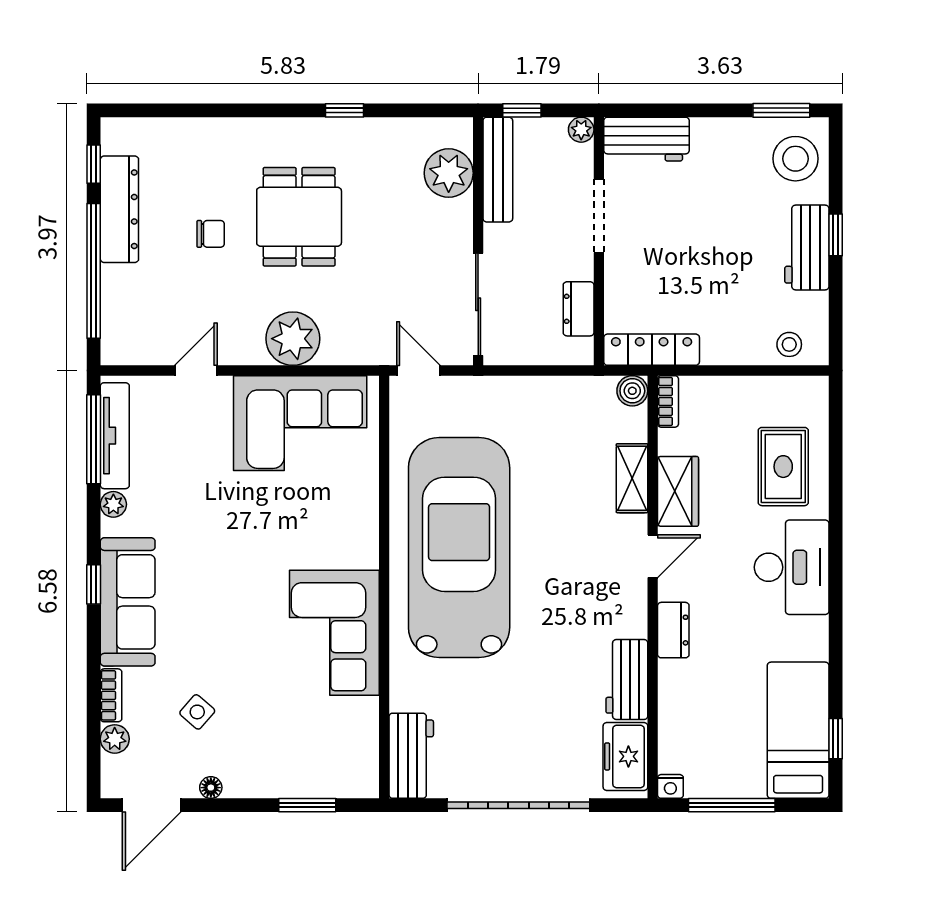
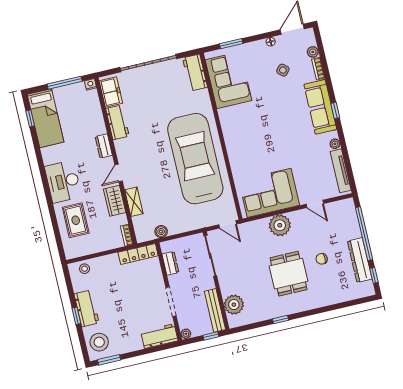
door: (196, 370) -> (315, 204), hinge flipped
boiler: (632, 391) -> (161, 232), moved
window: (94, 439) -> (349, 167), removed
car: (459, 548) -> (195, 159), turned 180
corner sofa: (334, 633) -> (229, 80), moved

